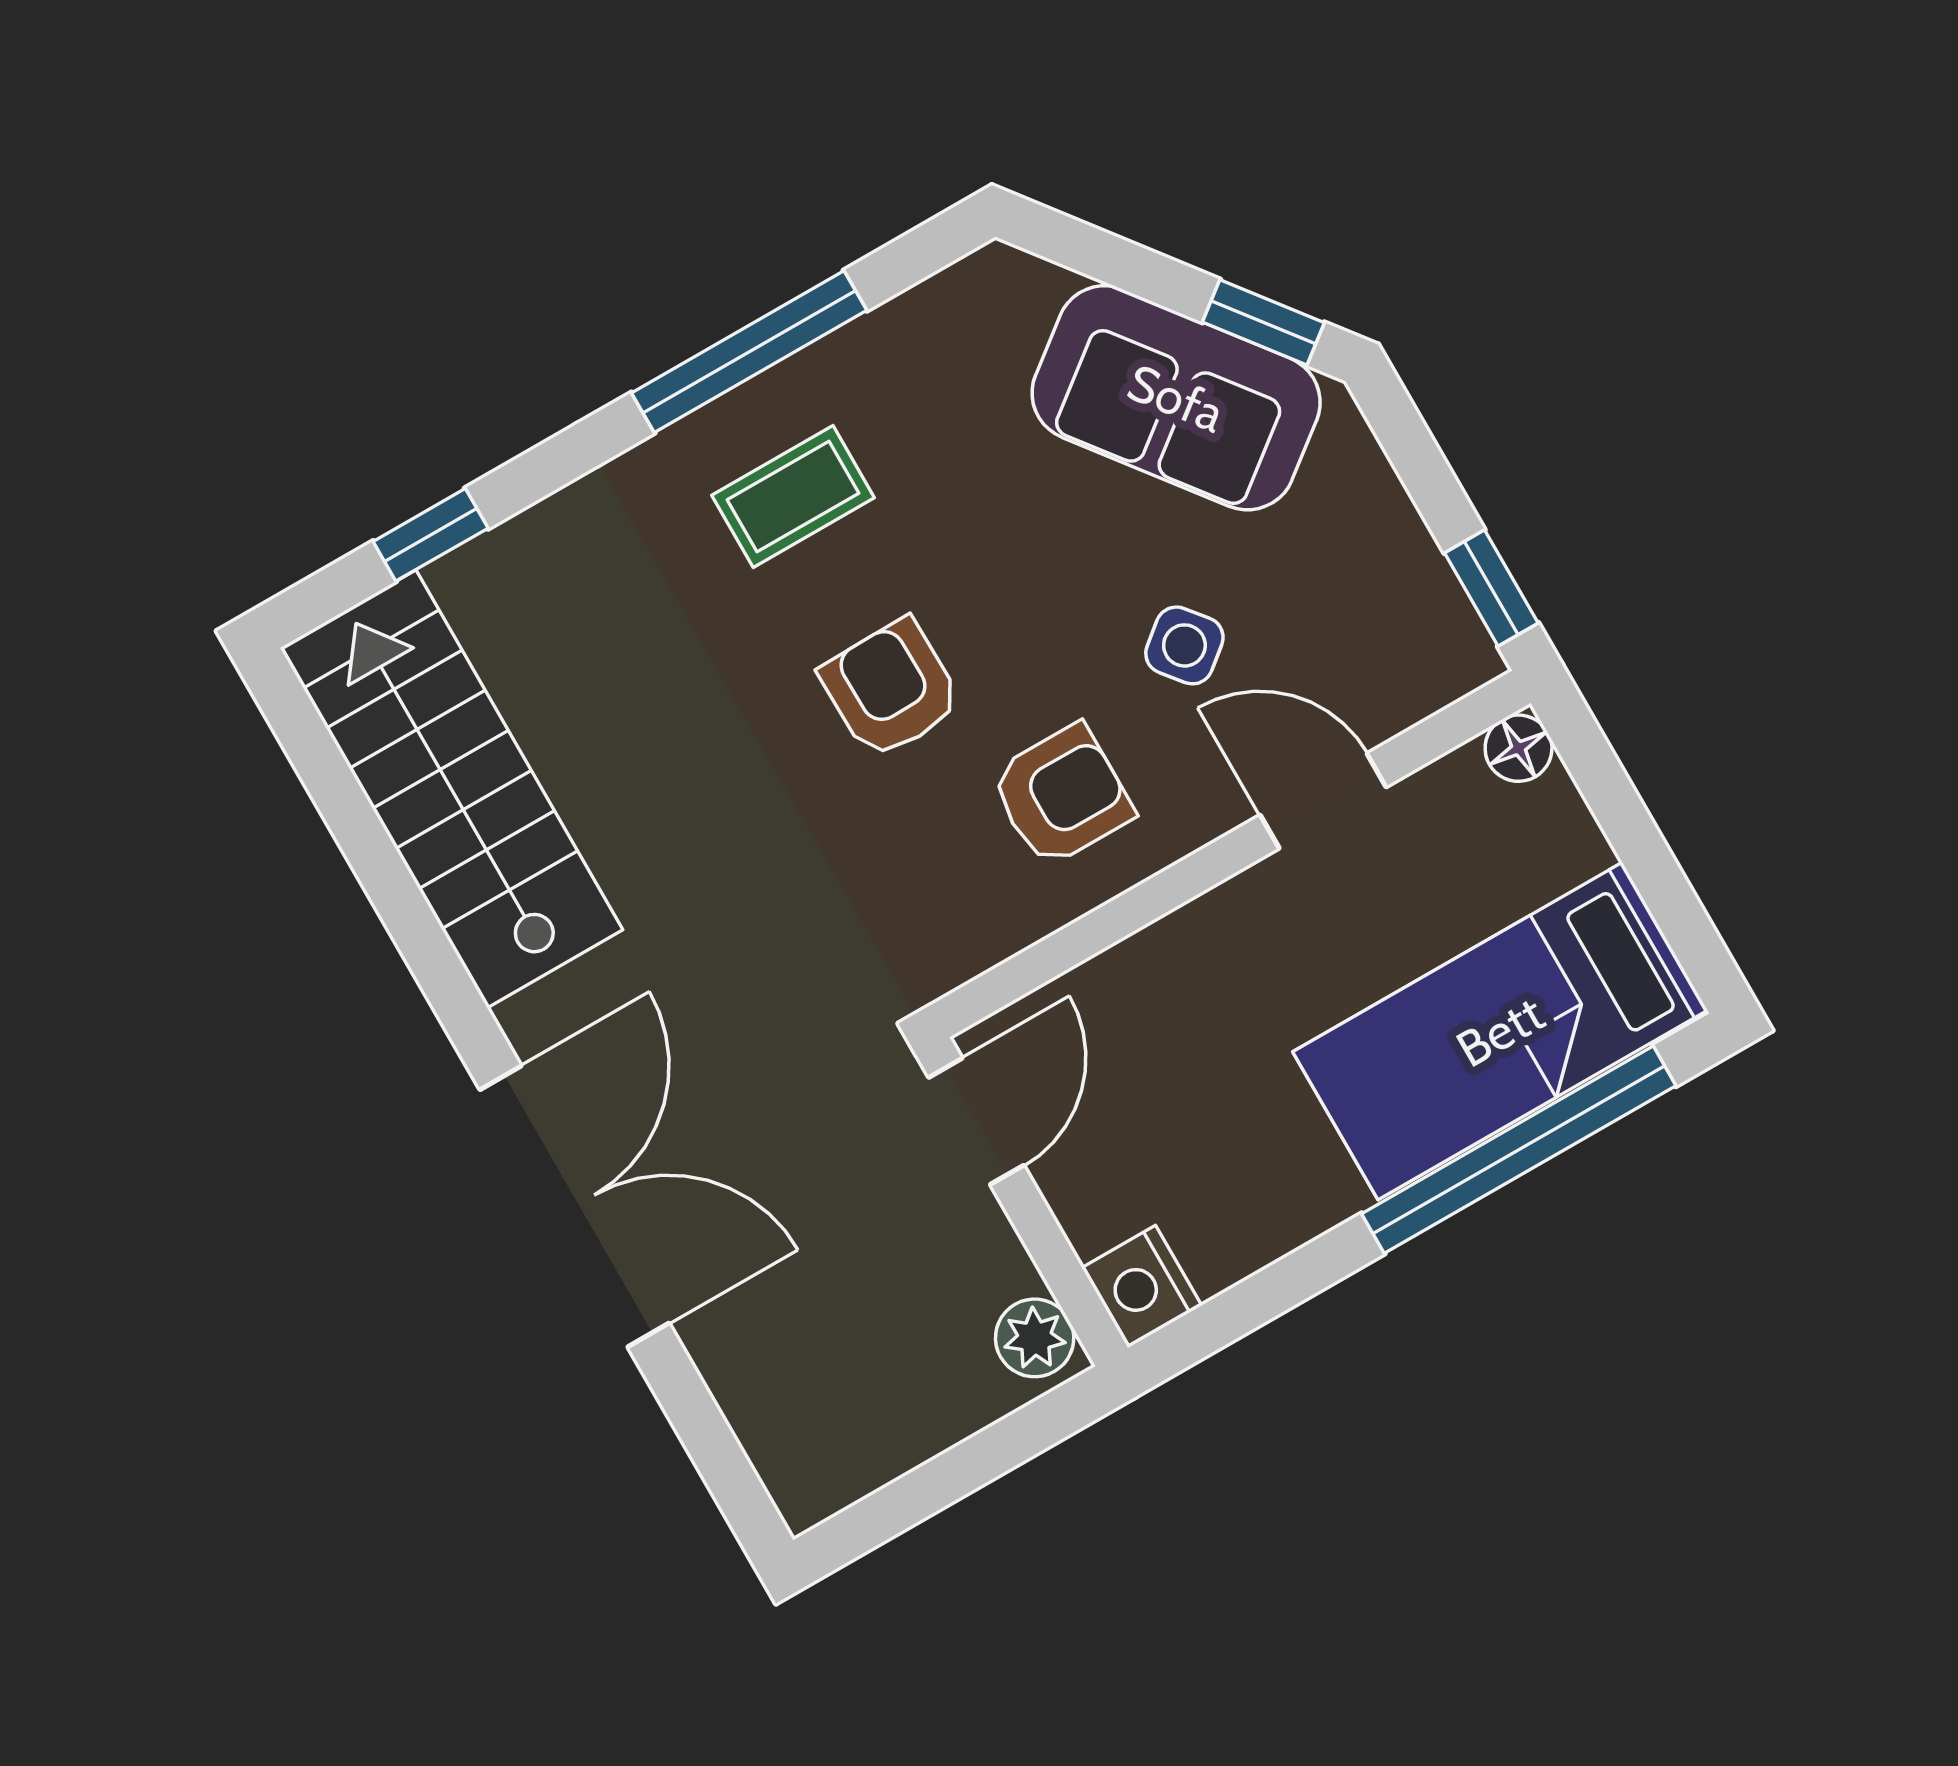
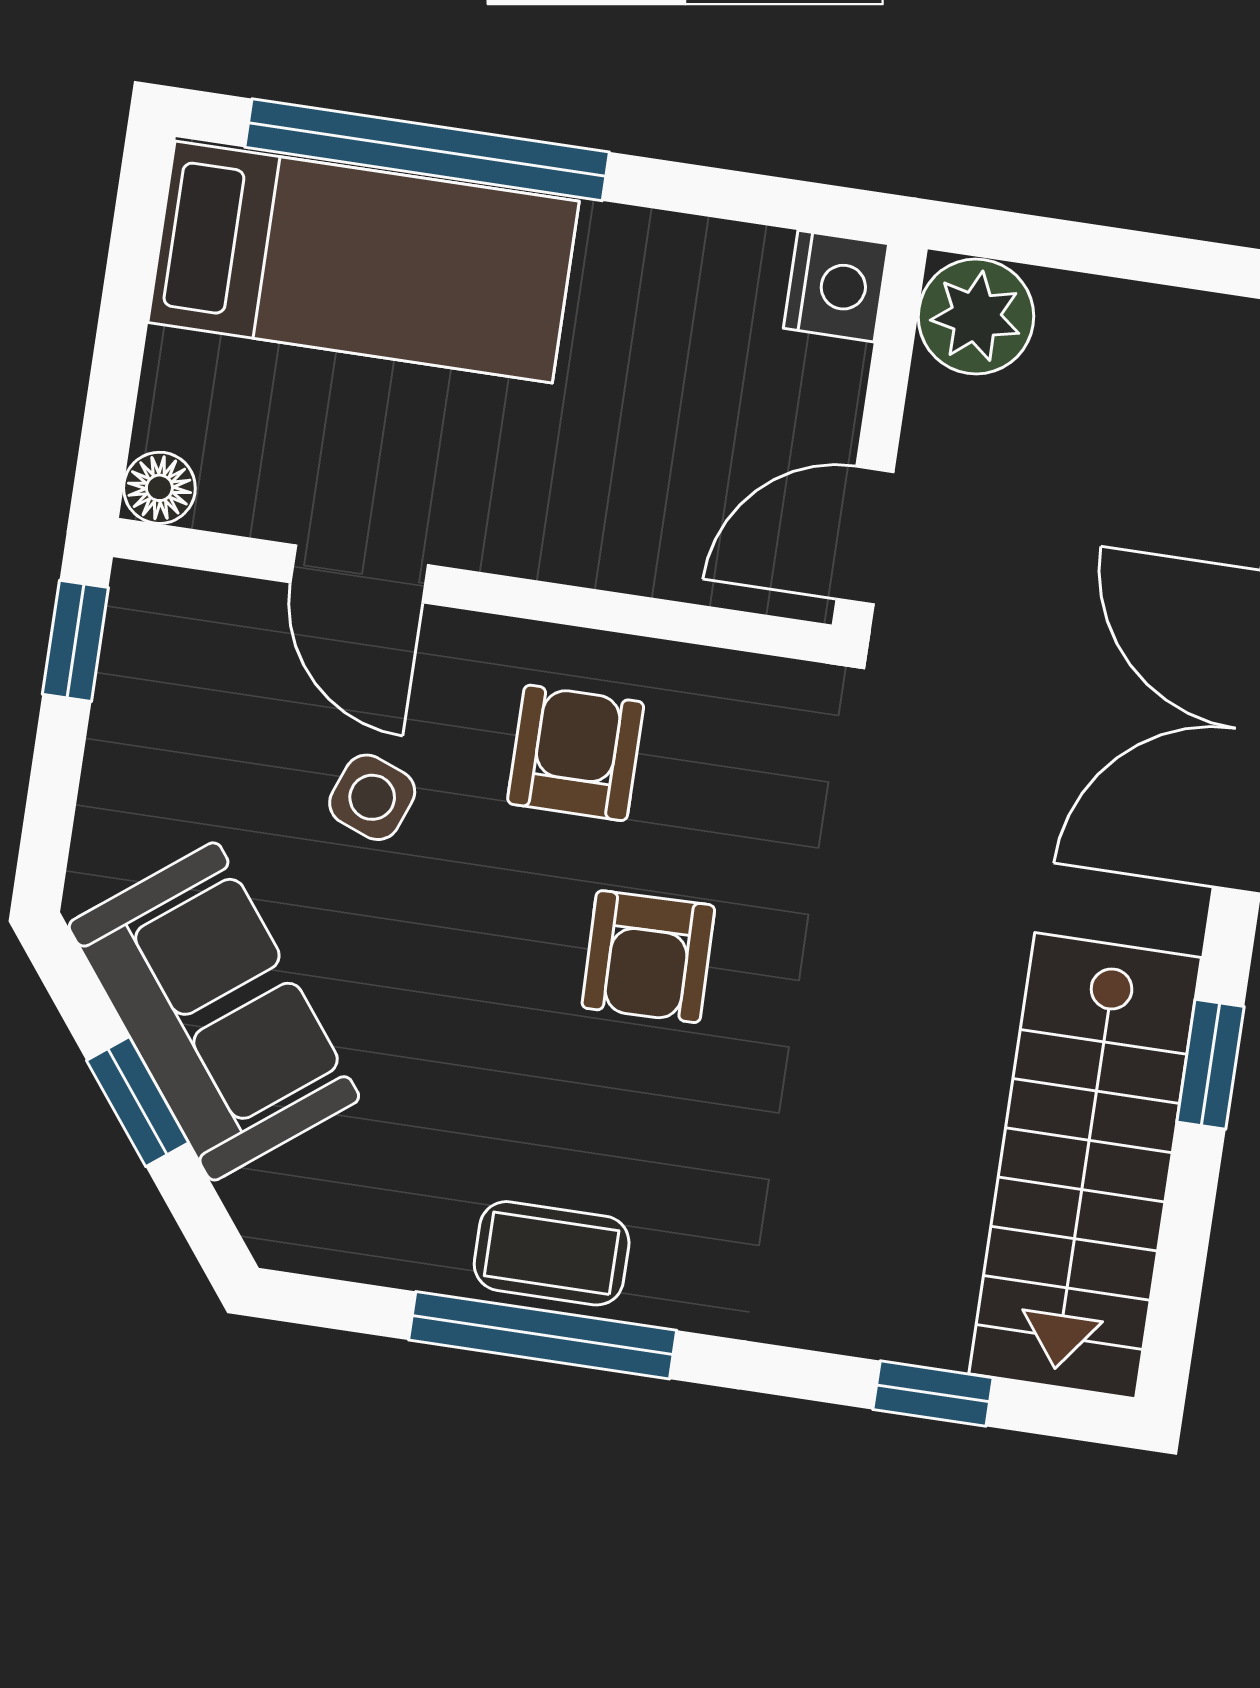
window: (1263, 322) -> (137, 1102), moved
coffee table: (793, 497) -> (552, 1253), moved
side table: (1184, 645) -> (372, 797), turned -30
armchair: (1062, 795) -> (576, 753), turned 90
window: (419, 935) -> (1210, 1064), added
plant: (1035, 1338) -> (976, 317), width x1.38, depth x1.38

